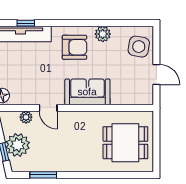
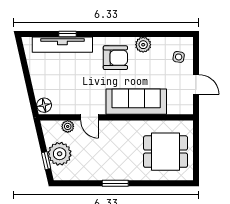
side table: (139, 47) -> (179, 57), width x0.54, depth x0.54
sofa: (87, 92) -> (136, 102), width x1.36
window: (43, 175) -> (115, 183), moved

